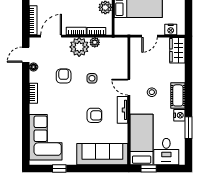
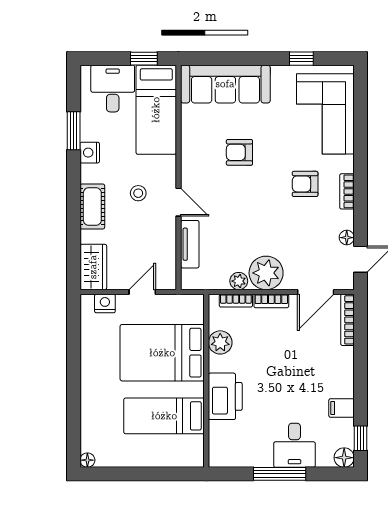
armchair: (64, 76) -> (305, 184), moved, turned 90
side table: (92, 78) -> (244, 218), removed
cot: (178, 95) -> (92, 207), moved
tv unit: (123, 110) -> (190, 244), moved

